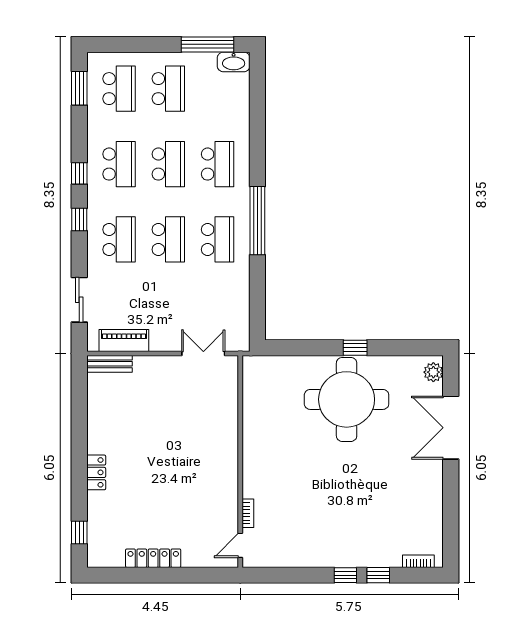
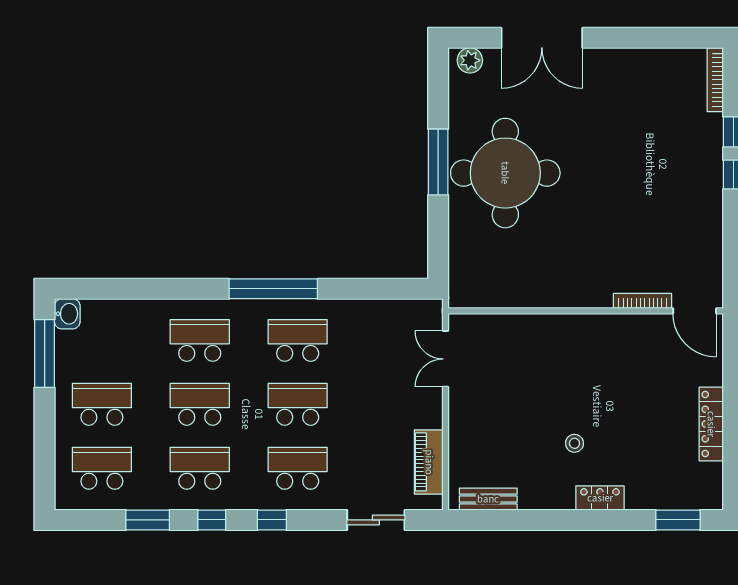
washbasin: (234, 62) -> (67, 314), width x0.72
window: (79, 88) -> (148, 520), moved
window: (355, 348) -> (438, 162), width x2.17
bench: (110, 364) -> (488, 499), moved, turned 90
stool: (138, 453) -> (574, 443), added
bookcase: (248, 513) -> (643, 301), width x1.56
window: (79, 533) -> (678, 520), width x1.50
door: (240, 545) -> (695, 311), width x1.38
bookcase: (418, 561) -> (715, 80), width x1.56

